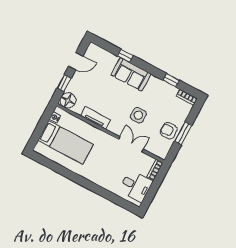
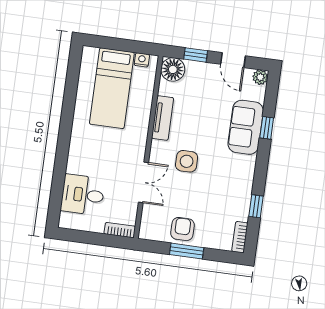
plant: (93, 48) -> (260, 77), added
sofa: (131, 74) -> (246, 127), moved
side table: (138, 115) -> (187, 161), moved
desk: (136, 186) -> (83, 195), moved, turned 90

